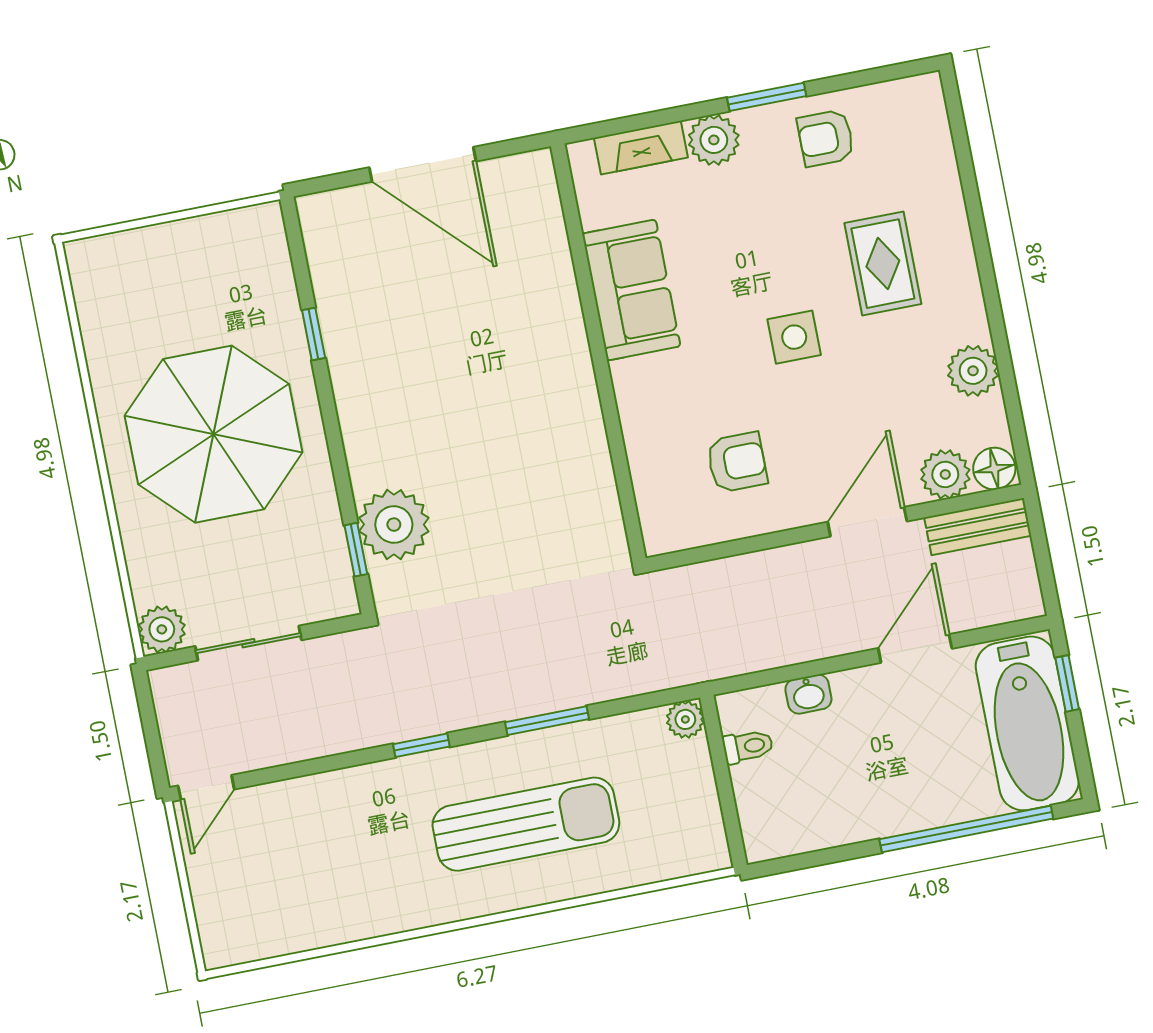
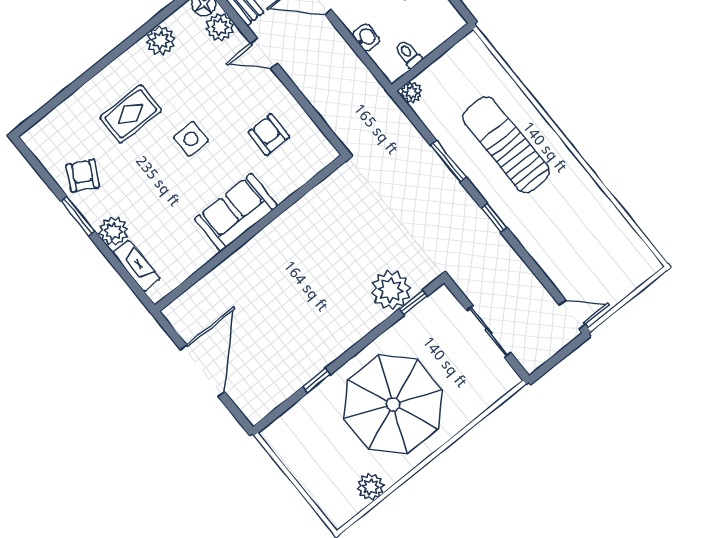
armchair: (826, 138) -> (83, 176), turned -152
sofa: (631, 290) -> (236, 212), moved
door: (867, 522) -> (264, 53), width x0.73
plant: (162, 629) -> (371, 487), moved

